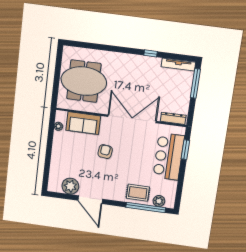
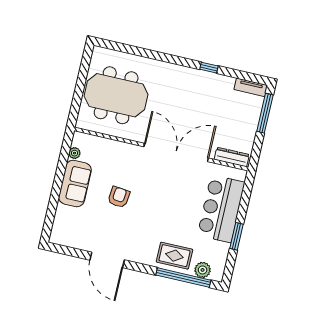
tv unit: (178, 64) -> (251, 87), width x0.71
sofa: (83, 123) -> (75, 183), moved, turned -90
window: (185, 150) -> (237, 236), moved
armchair: (105, 152) -> (119, 197), moved
plant: (70, 186) -> (81, 238), removed

